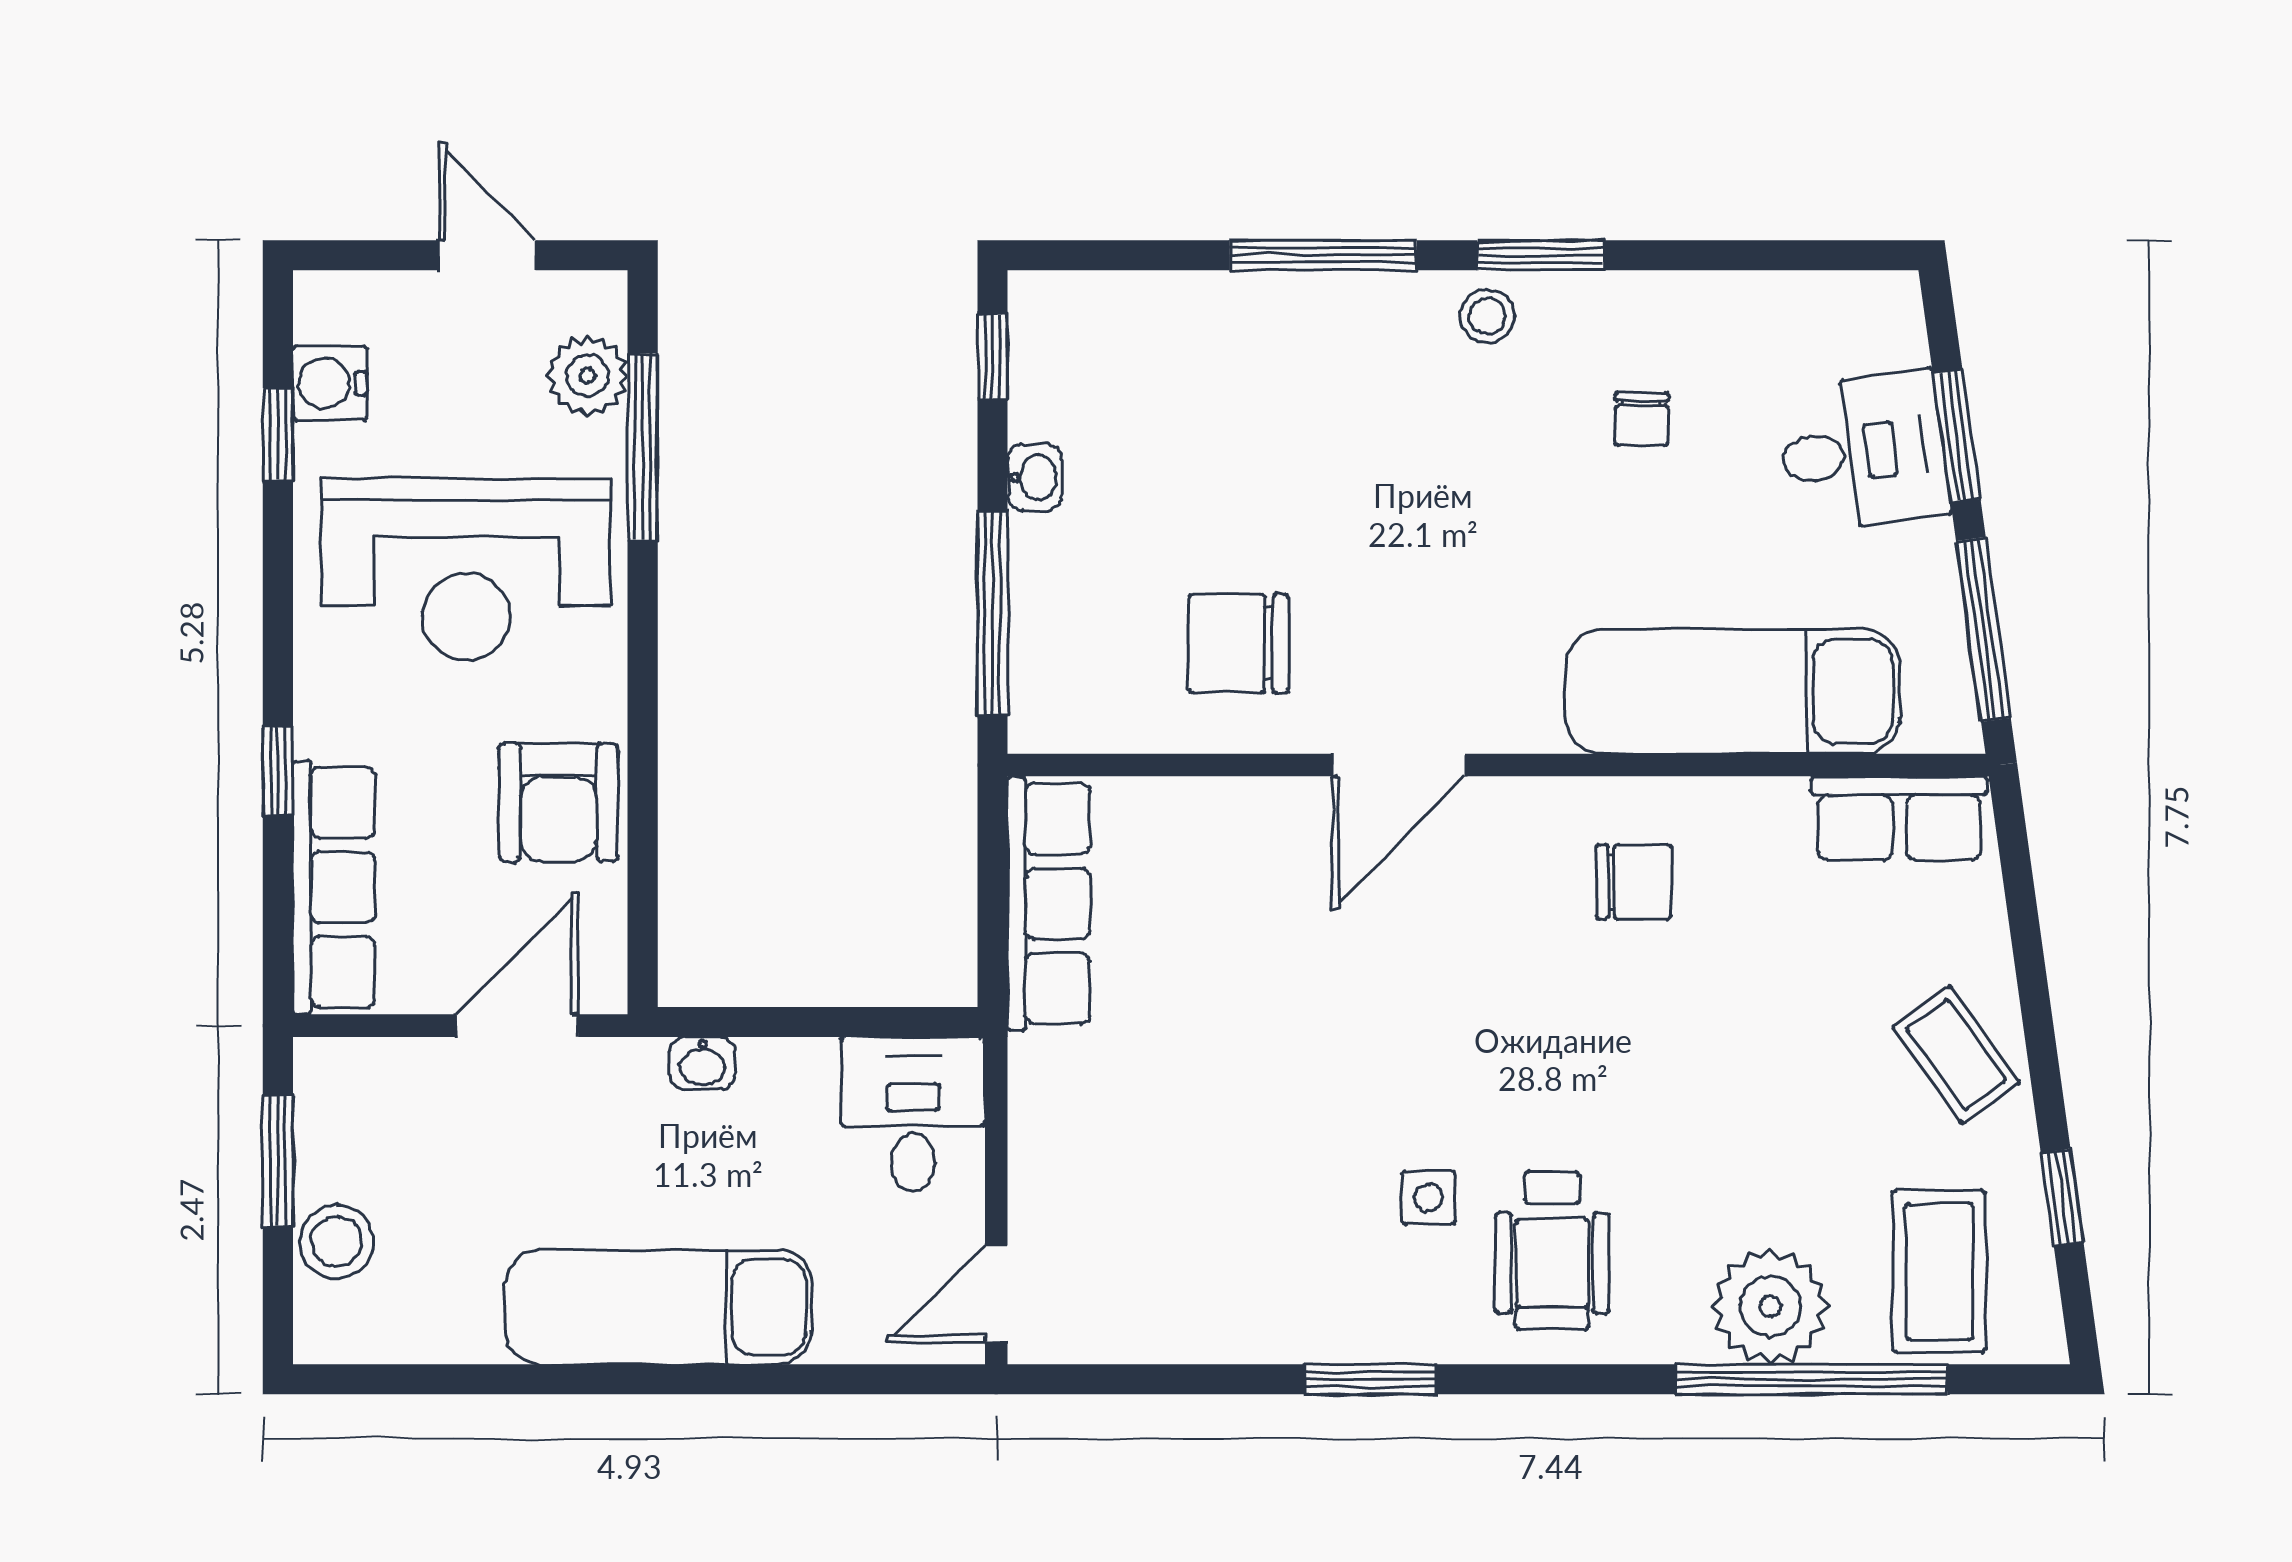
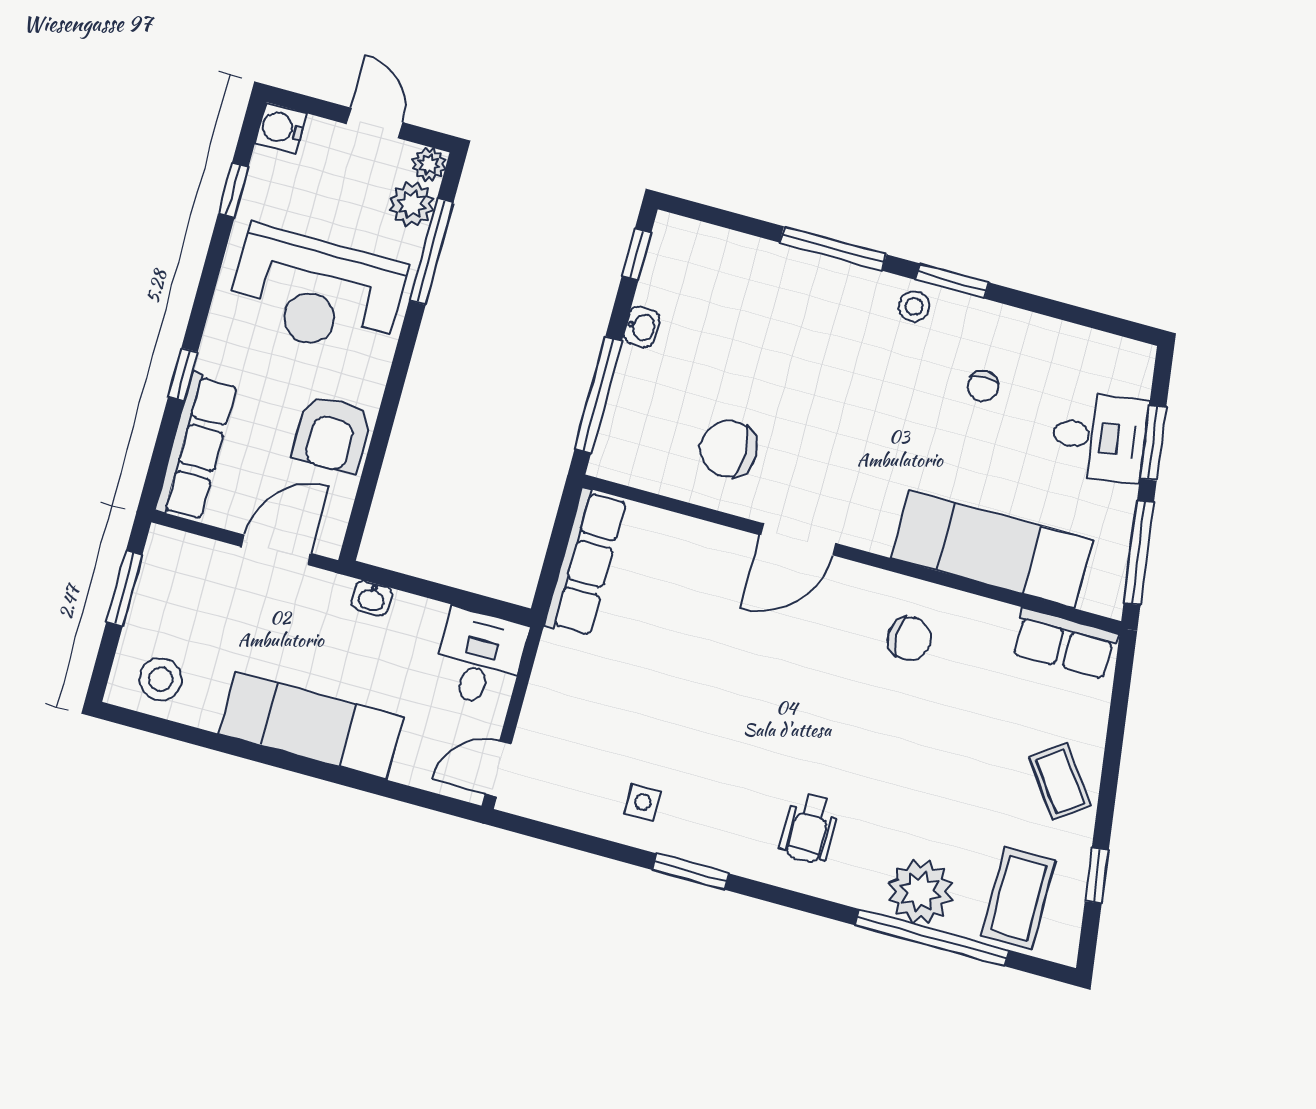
plant: (598, 300) -> (429, 164), added
water cooler: (330, 383) -> (281, 128), moved
side table: (1429, 1198) -> (643, 802), moved
stool: (337, 1242) -> (161, 679), moved
wheelchair: (1552, 1250) -> (809, 828), width x0.73, depth x0.73

